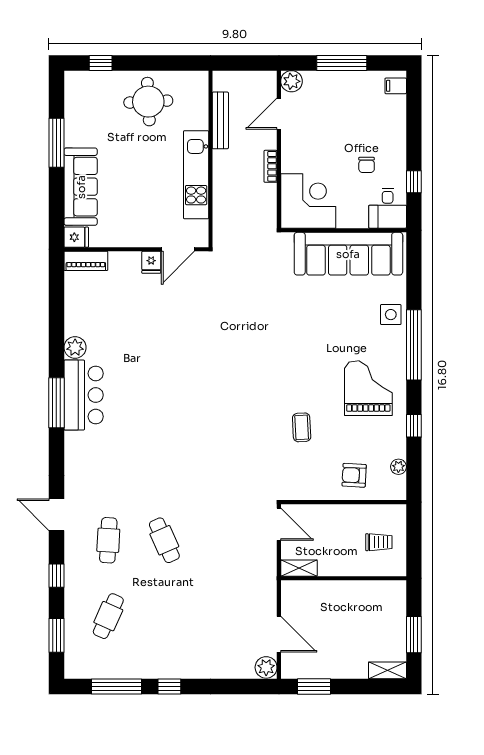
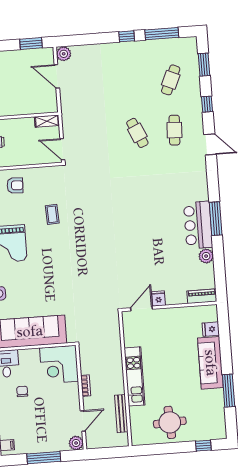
wall: (136, 249) -> (169, 306), moved
door: (178, 249) -> (142, 309), moved
piano: (86, 261) -> (202, 296), moved
fridge: (151, 262) -> (159, 299), moved

